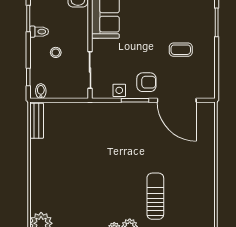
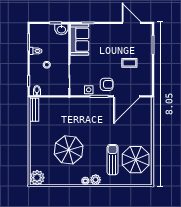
door: (177, 100) -> (127, 96), hinge flipped
parasol: (89, 181) -> (69, 150), added
parasol: (190, 196) -> (136, 160), added

